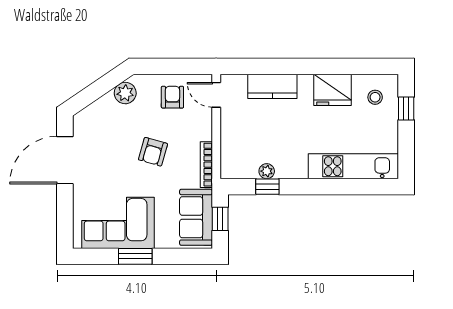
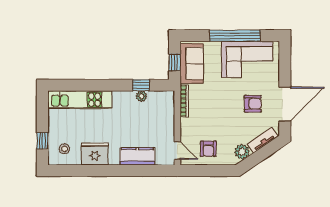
tv unit: (96, 109) -> (263, 140), added
armchair: (153, 152) -> (253, 104), moved, turned 74
window: (135, 256) -> (235, 36), width x2.11

